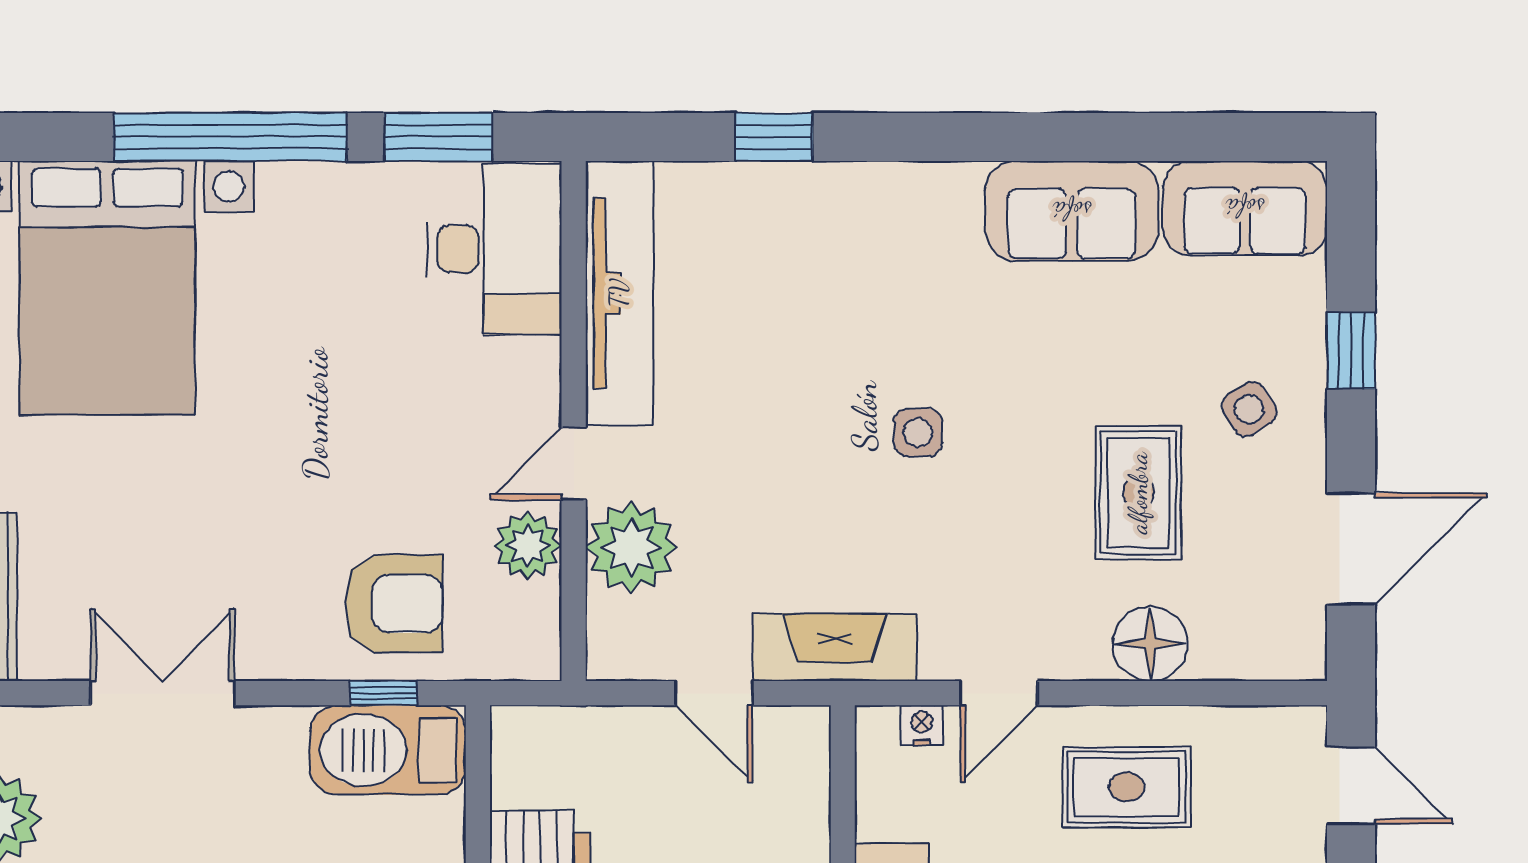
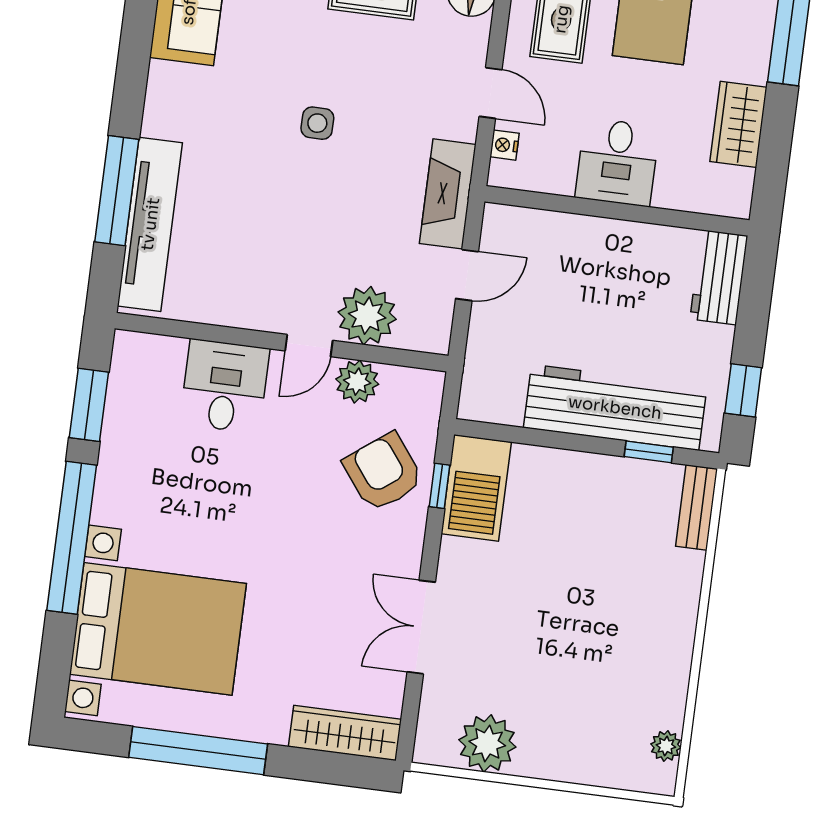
window: (774, 137) -> (117, 191), width x2.17
desk: (494, 249) -> (225, 386), moved, width x0.73
tv unit: (619, 293) -> (150, 224), moved, turned 90
door: (574, 464) -> (309, 346), hinge flipped
armchair: (394, 604) -> (383, 472), turned -37

